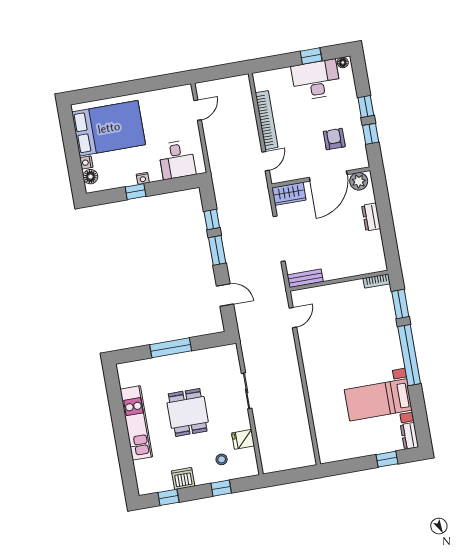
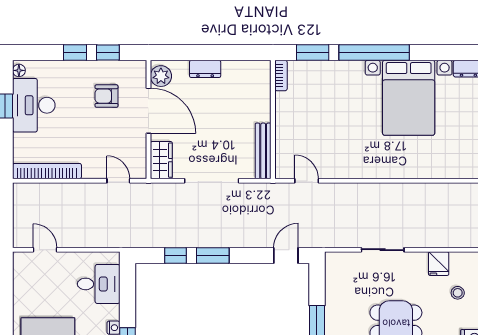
bookcase: (267, 120) -> (47, 171), moved
bench: (305, 278) -> (263, 151), width x1.36
door: (225, 295) -> (286, 255), moved
bed with nightstands: (378, 400) -> (409, 98), width x1.36

